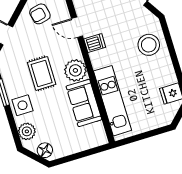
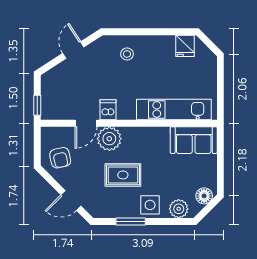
stool: (149, 45) -> (127, 54), width x0.53, depth x0.53
plant: (75, 70) -> (109, 139), moved
sofa: (84, 103) -> (194, 140), moved

